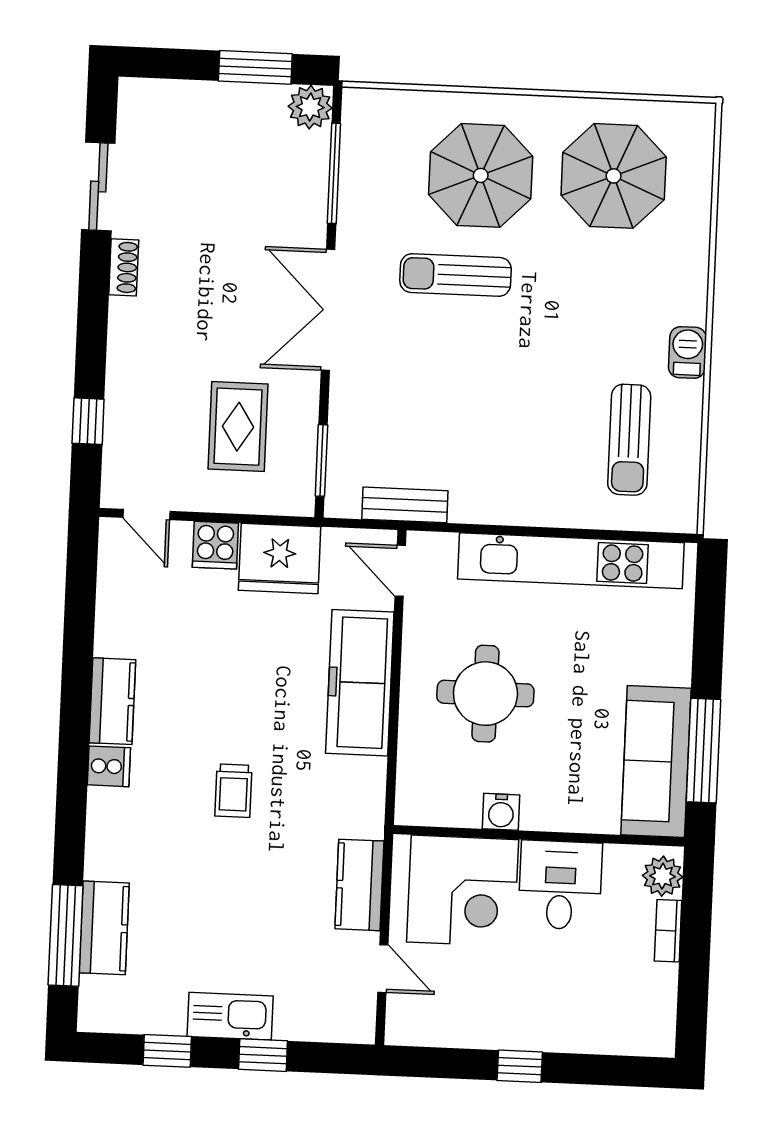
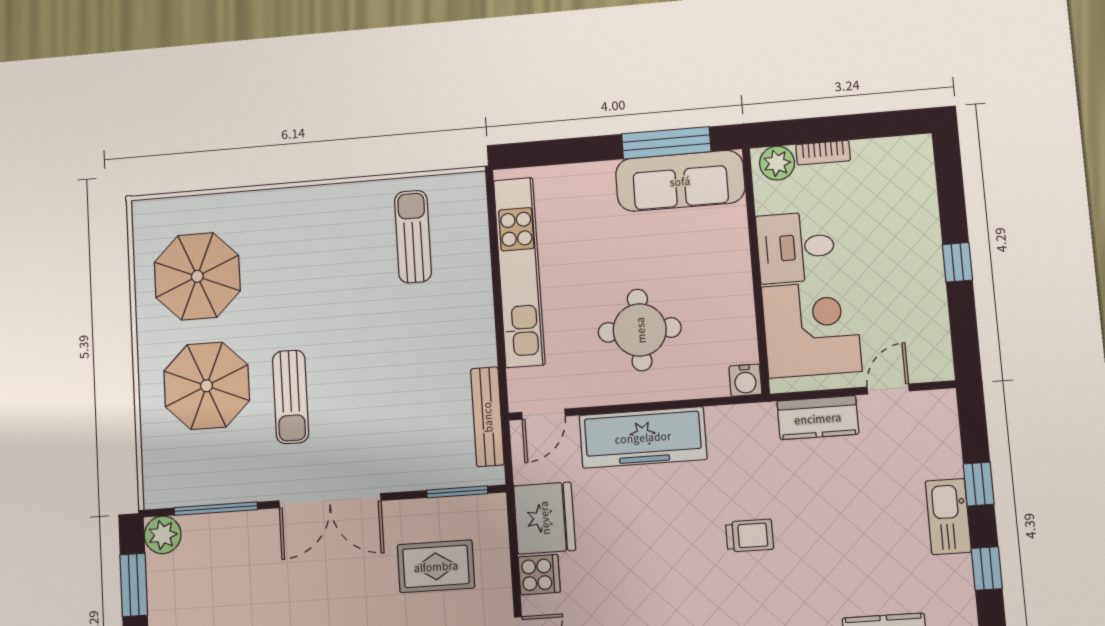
barbecue: (687, 352) -> (336, 198), removed
sun lounger: (629, 440) -> (413, 237), turned -90
bench: (405, 505) -> (487, 417), width x1.36
water cooler: (501, 812) -> (745, 380), moved, turned 90

